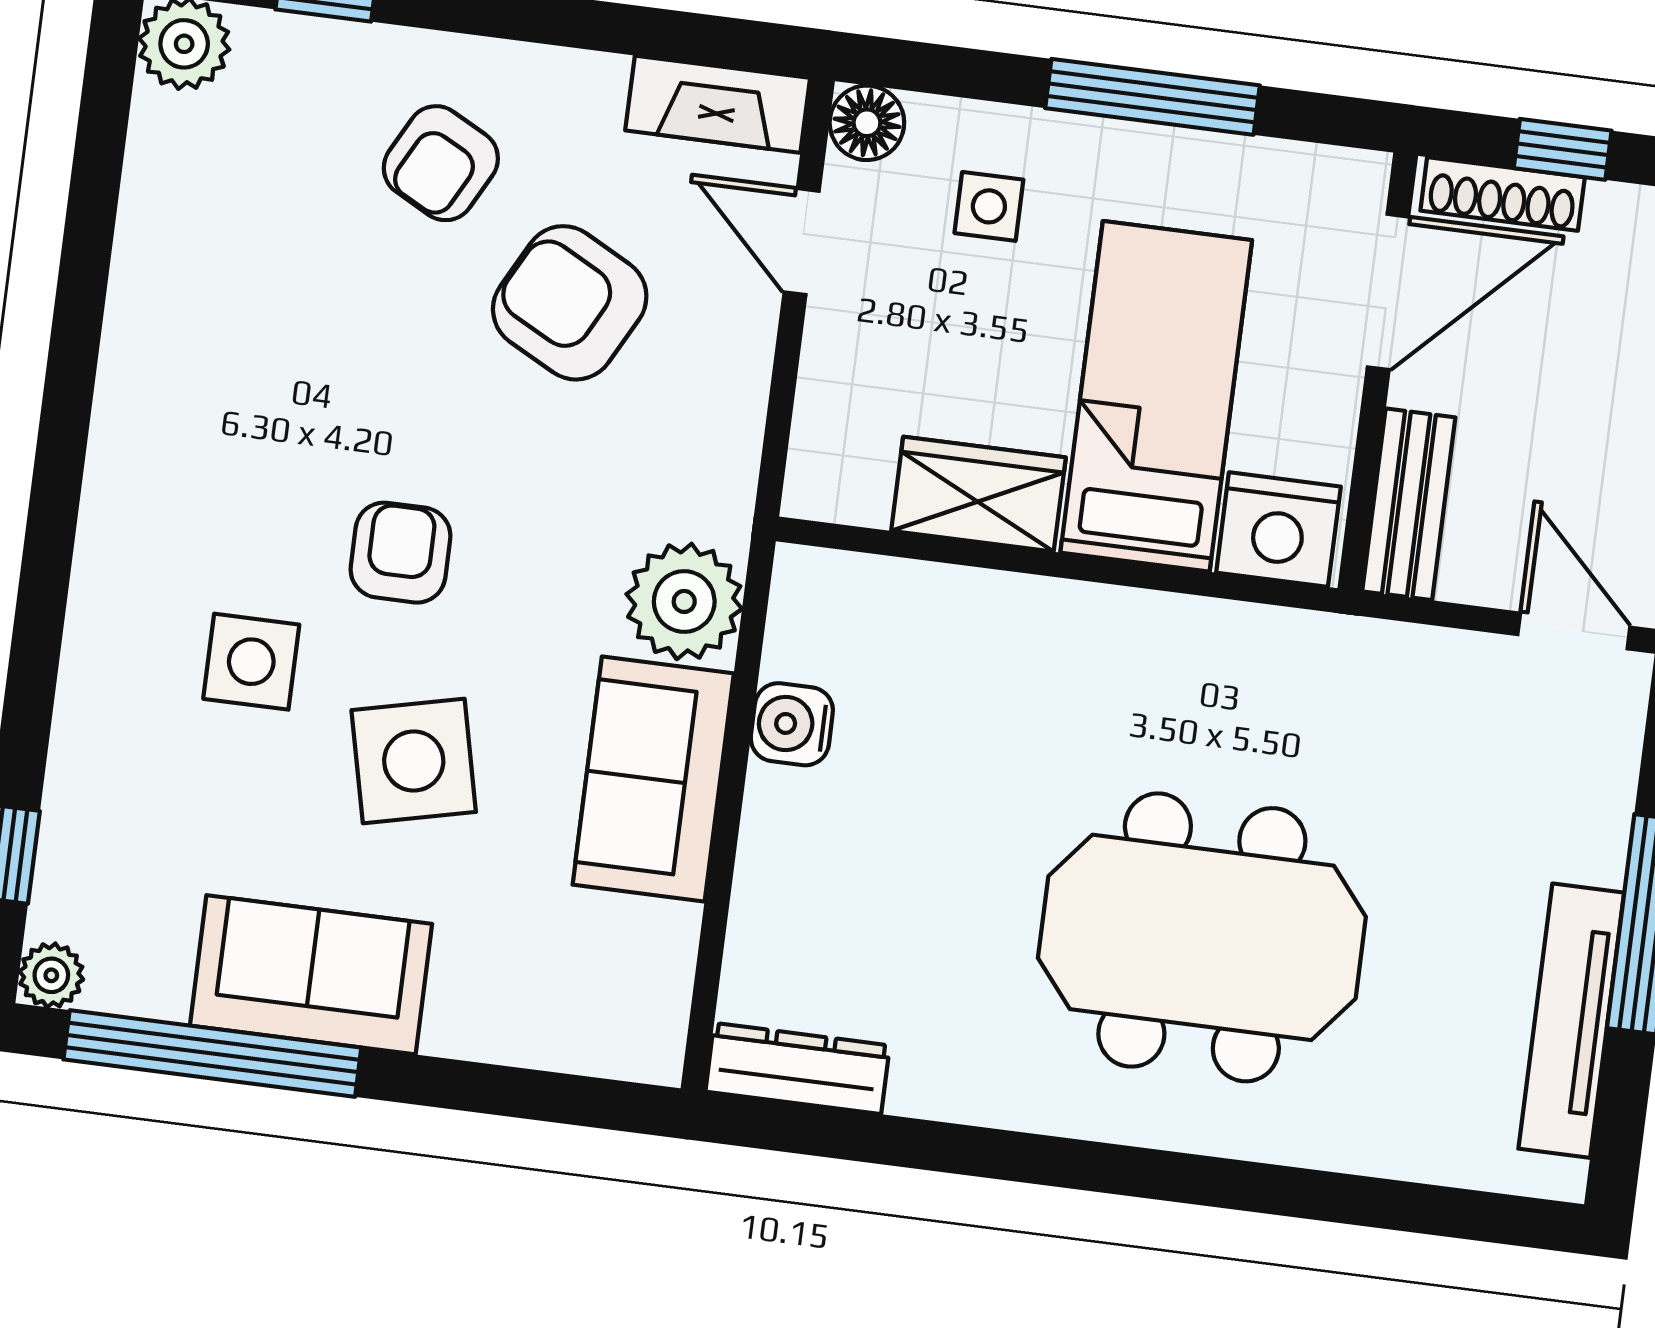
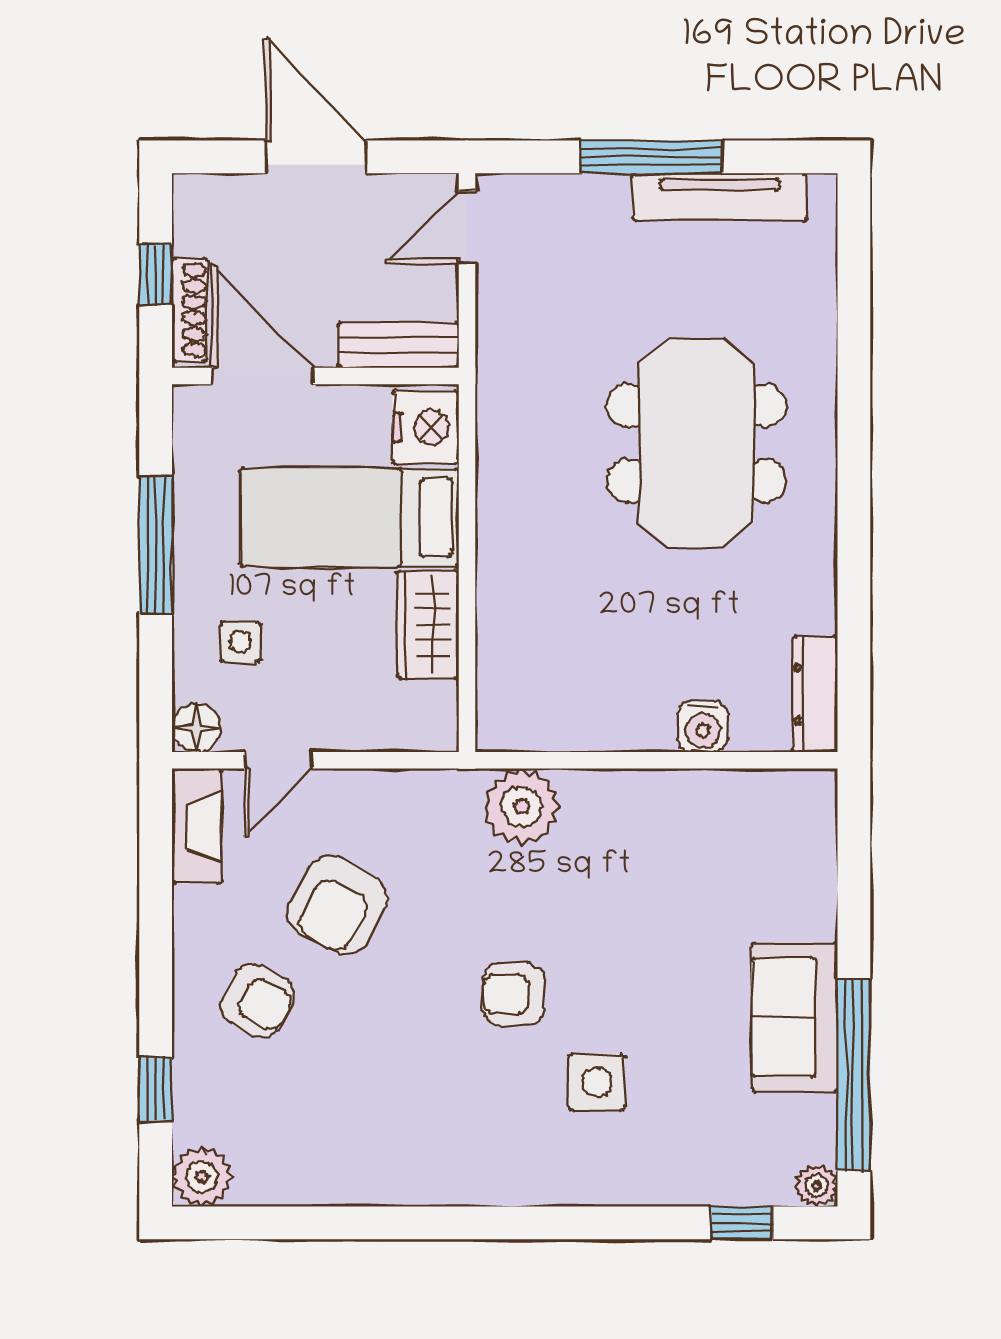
water cooler: (792, 724) -> (703, 726), moved
side table: (414, 761) -> (648, 968), removed
sofa: (653, 779) -> (639, 812), removed

